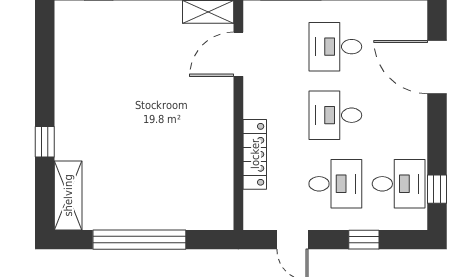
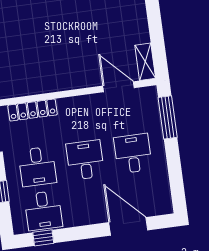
door: (437, 67) -> (128, 226), hinge flipped
locker: (255, 154) -> (33, 110), moved

